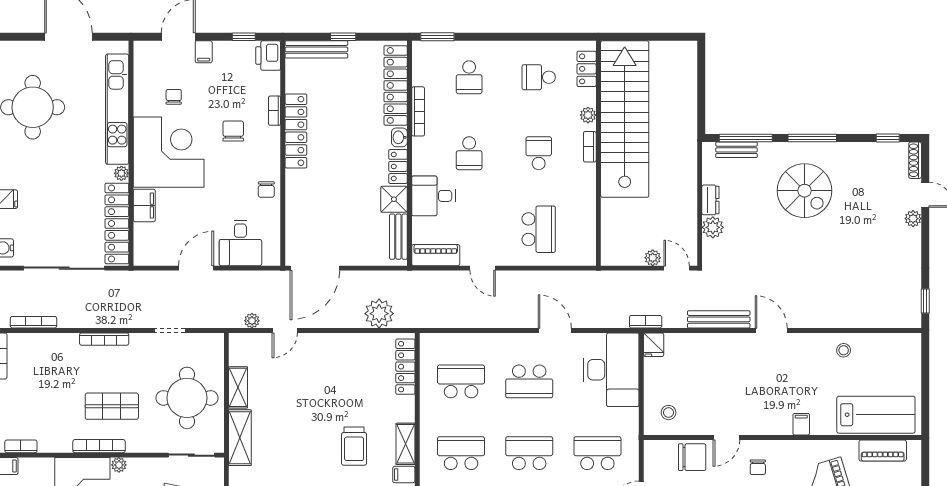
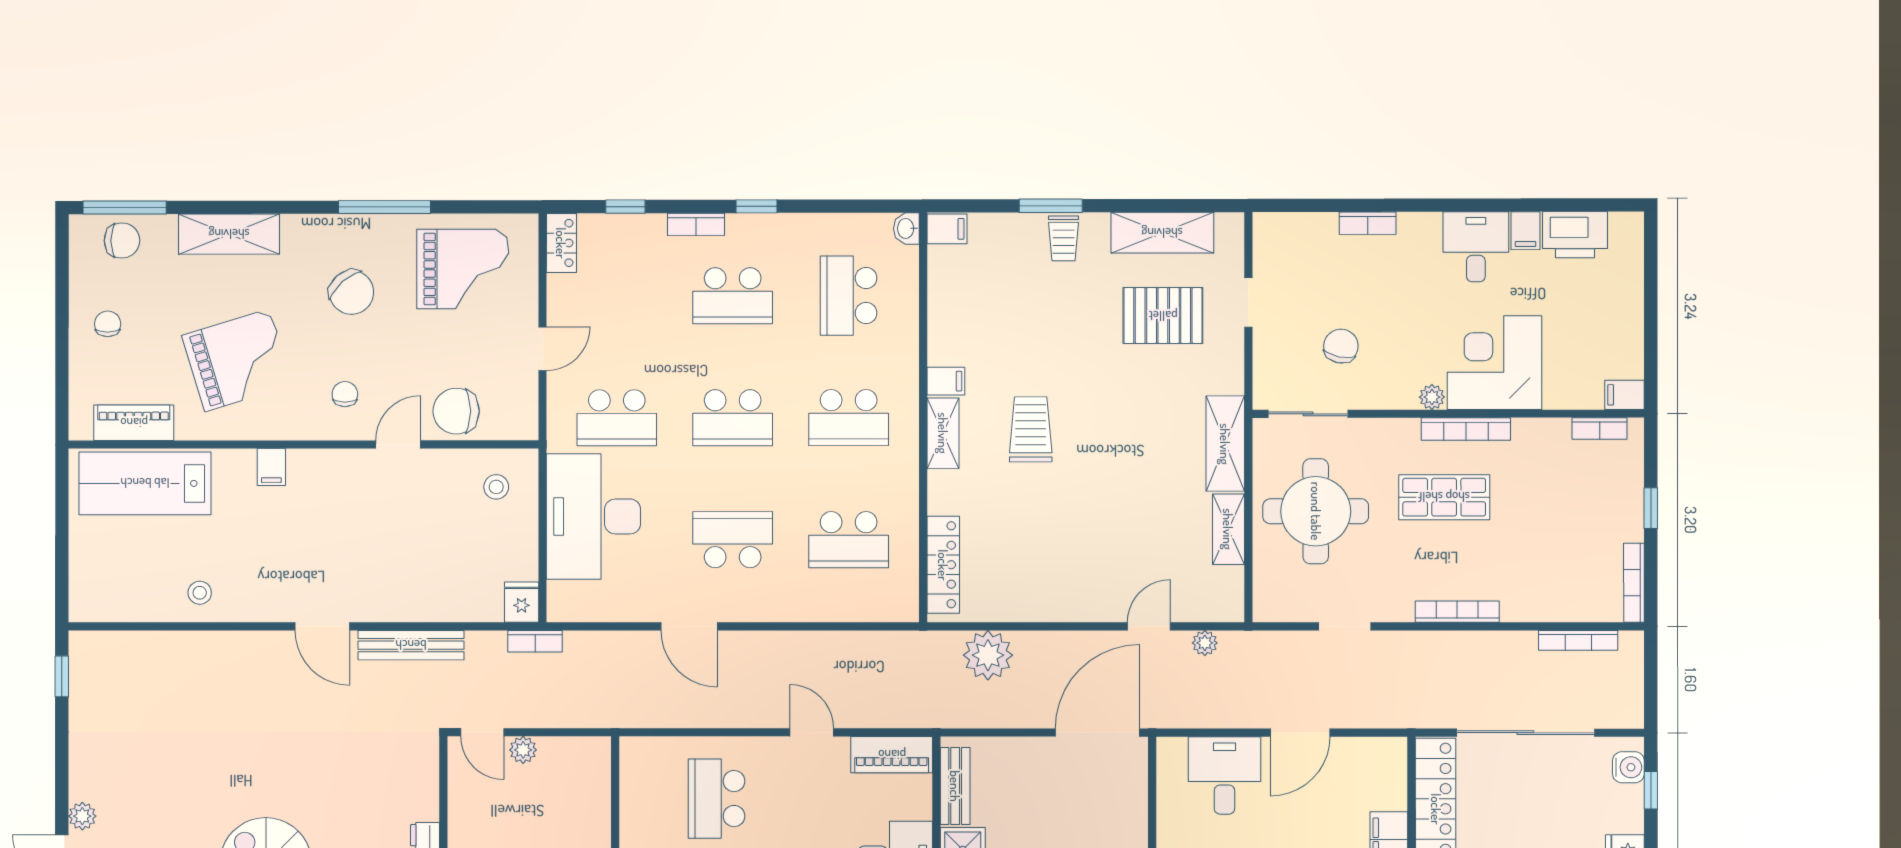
plant: (713, 227) -> (421, 801), removed
desk: (611, 370) -> (593, 516), moved

